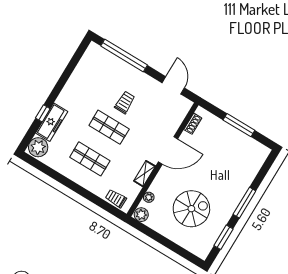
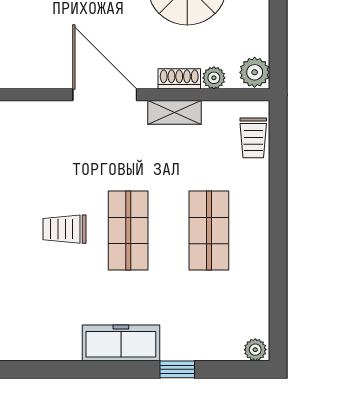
freezer: (52, 122) -> (121, 343), moved
shoe rack: (193, 124) -> (179, 79), moved
plant: (38, 147) -> (255, 350), width x0.53, depth x0.53

